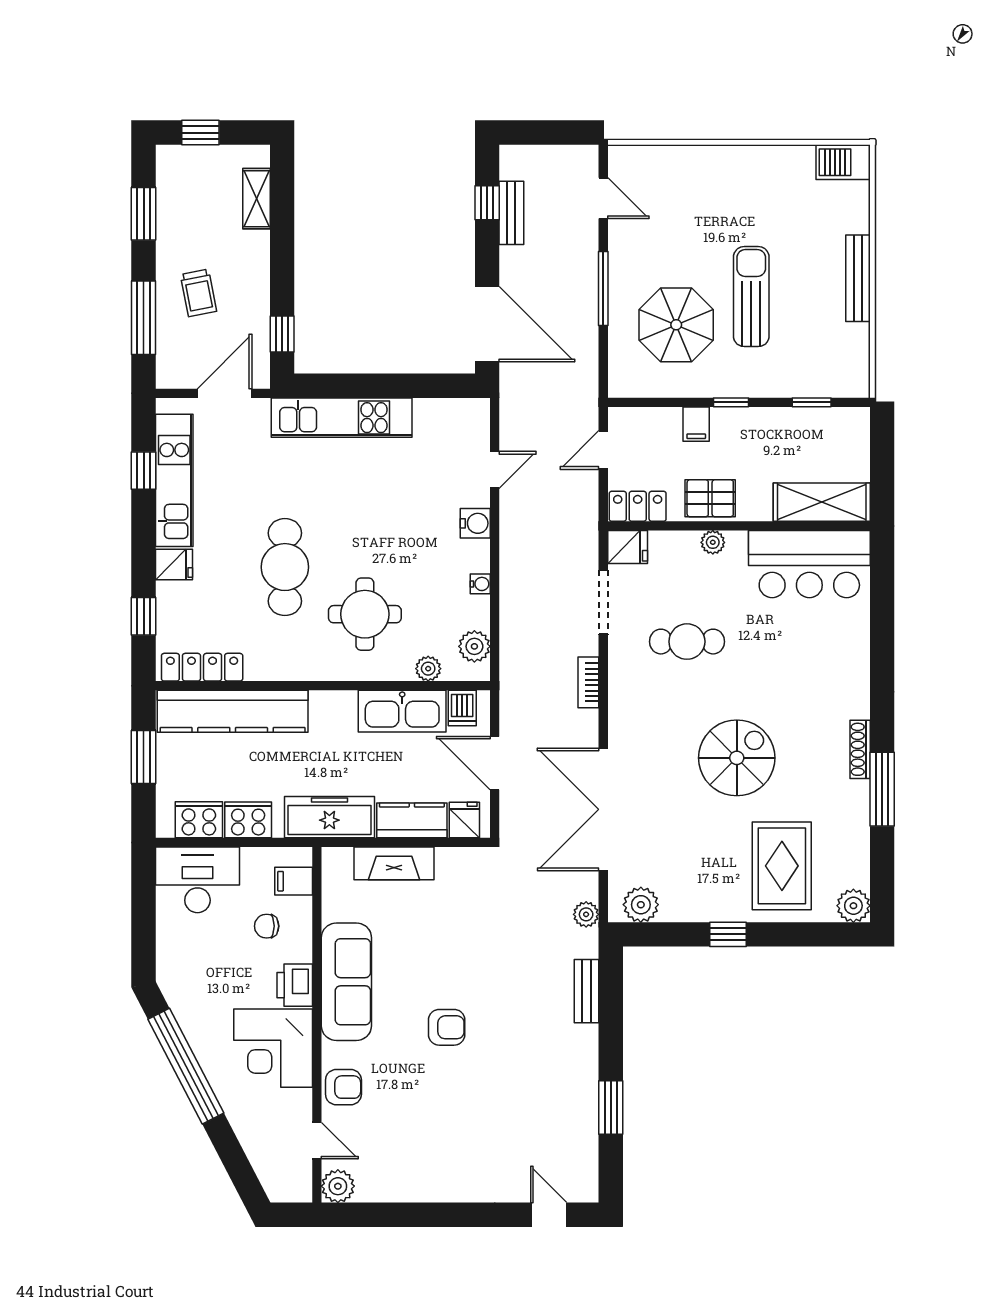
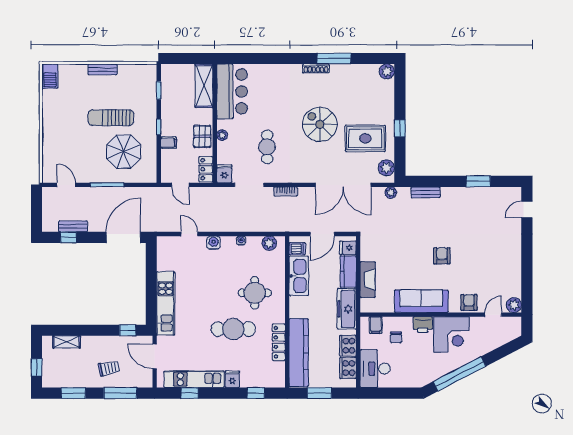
door: (603, 198) -> (66, 185), hinge flipped
bench: (858, 278) -> (102, 69), width x0.73
locker: (202, 667) -> (279, 342), moved
plant: (428, 669) -> (279, 264), removed
rug: (782, 866) -> (365, 138), moved

